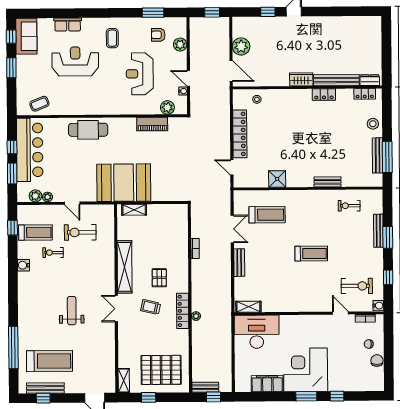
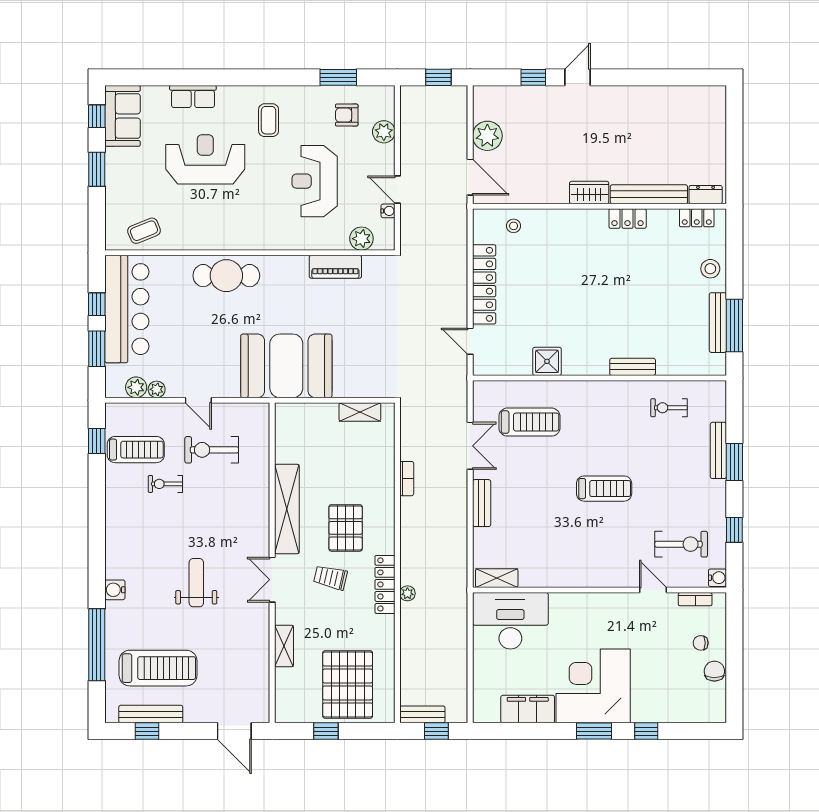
shelving: (134, 210) -> (360, 412), moved
water cooler: (23, 265) -> (115, 590), moved
pallet: (159, 278) -> (346, 528), width x1.50, depth x1.42
pallet: (161, 370) -> (348, 684), turned 90
shelving: (124, 381) -> (284, 646), moved

